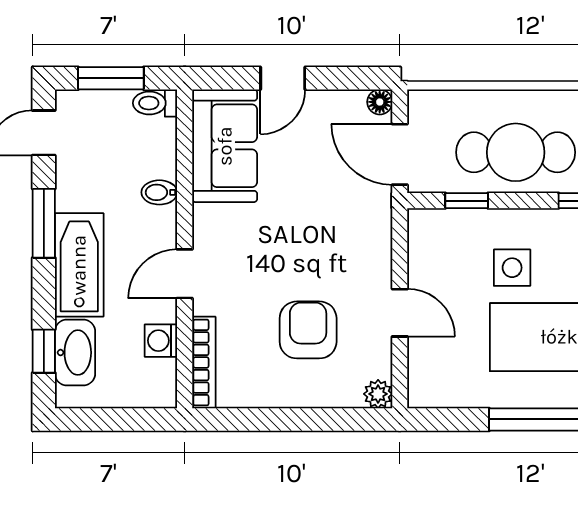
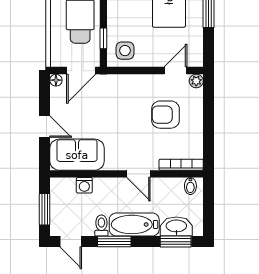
toilet: (155, 103) -> (101, 226), moved, turned 180
bidet: (159, 192) -> (190, 186), moved
side table: (512, 268) -> (125, 51), moved
door: (400, 313) -> (176, 71), moved
washing machine: (161, 341) -> (84, 185), moved
window: (44, 351) -> (176, 242), width x1.50

